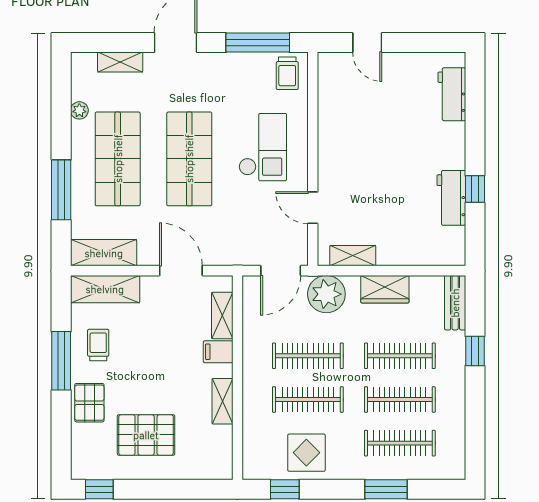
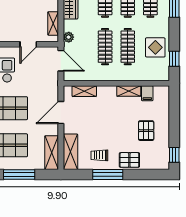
plant: (326, 294) -> (69, 37), width x0.53, depth x0.53
filing cabinet: (218, 352) -> (147, 93), moved
pallet: (146, 435) -> (146, 131), width x0.67, depth x0.71

